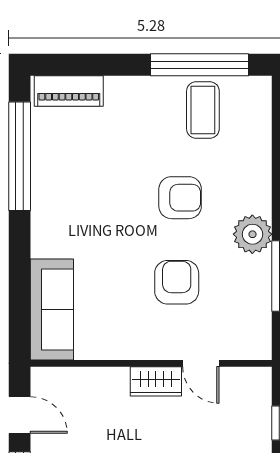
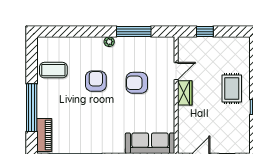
window: (199, 65) -> (32, 108), moved
plant: (252, 234) -> (109, 42), width x0.53, depth x0.53

